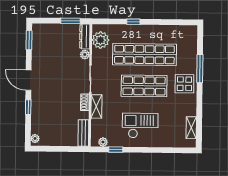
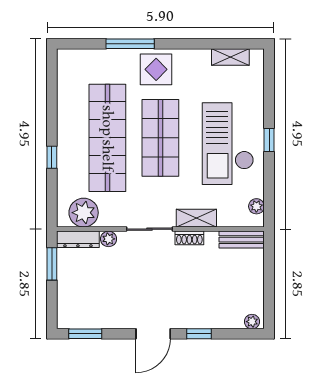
checkout: (140, 126) -> (228, 144), width x1.36, depth x1.21
window: (116, 150) -> (269, 140), moved

